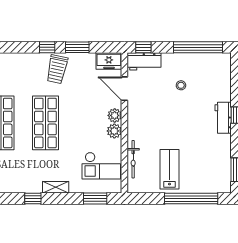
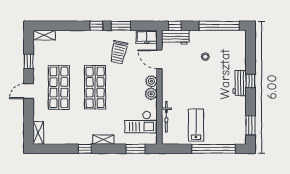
trolley: (57, 69) -> (119, 52), moved

